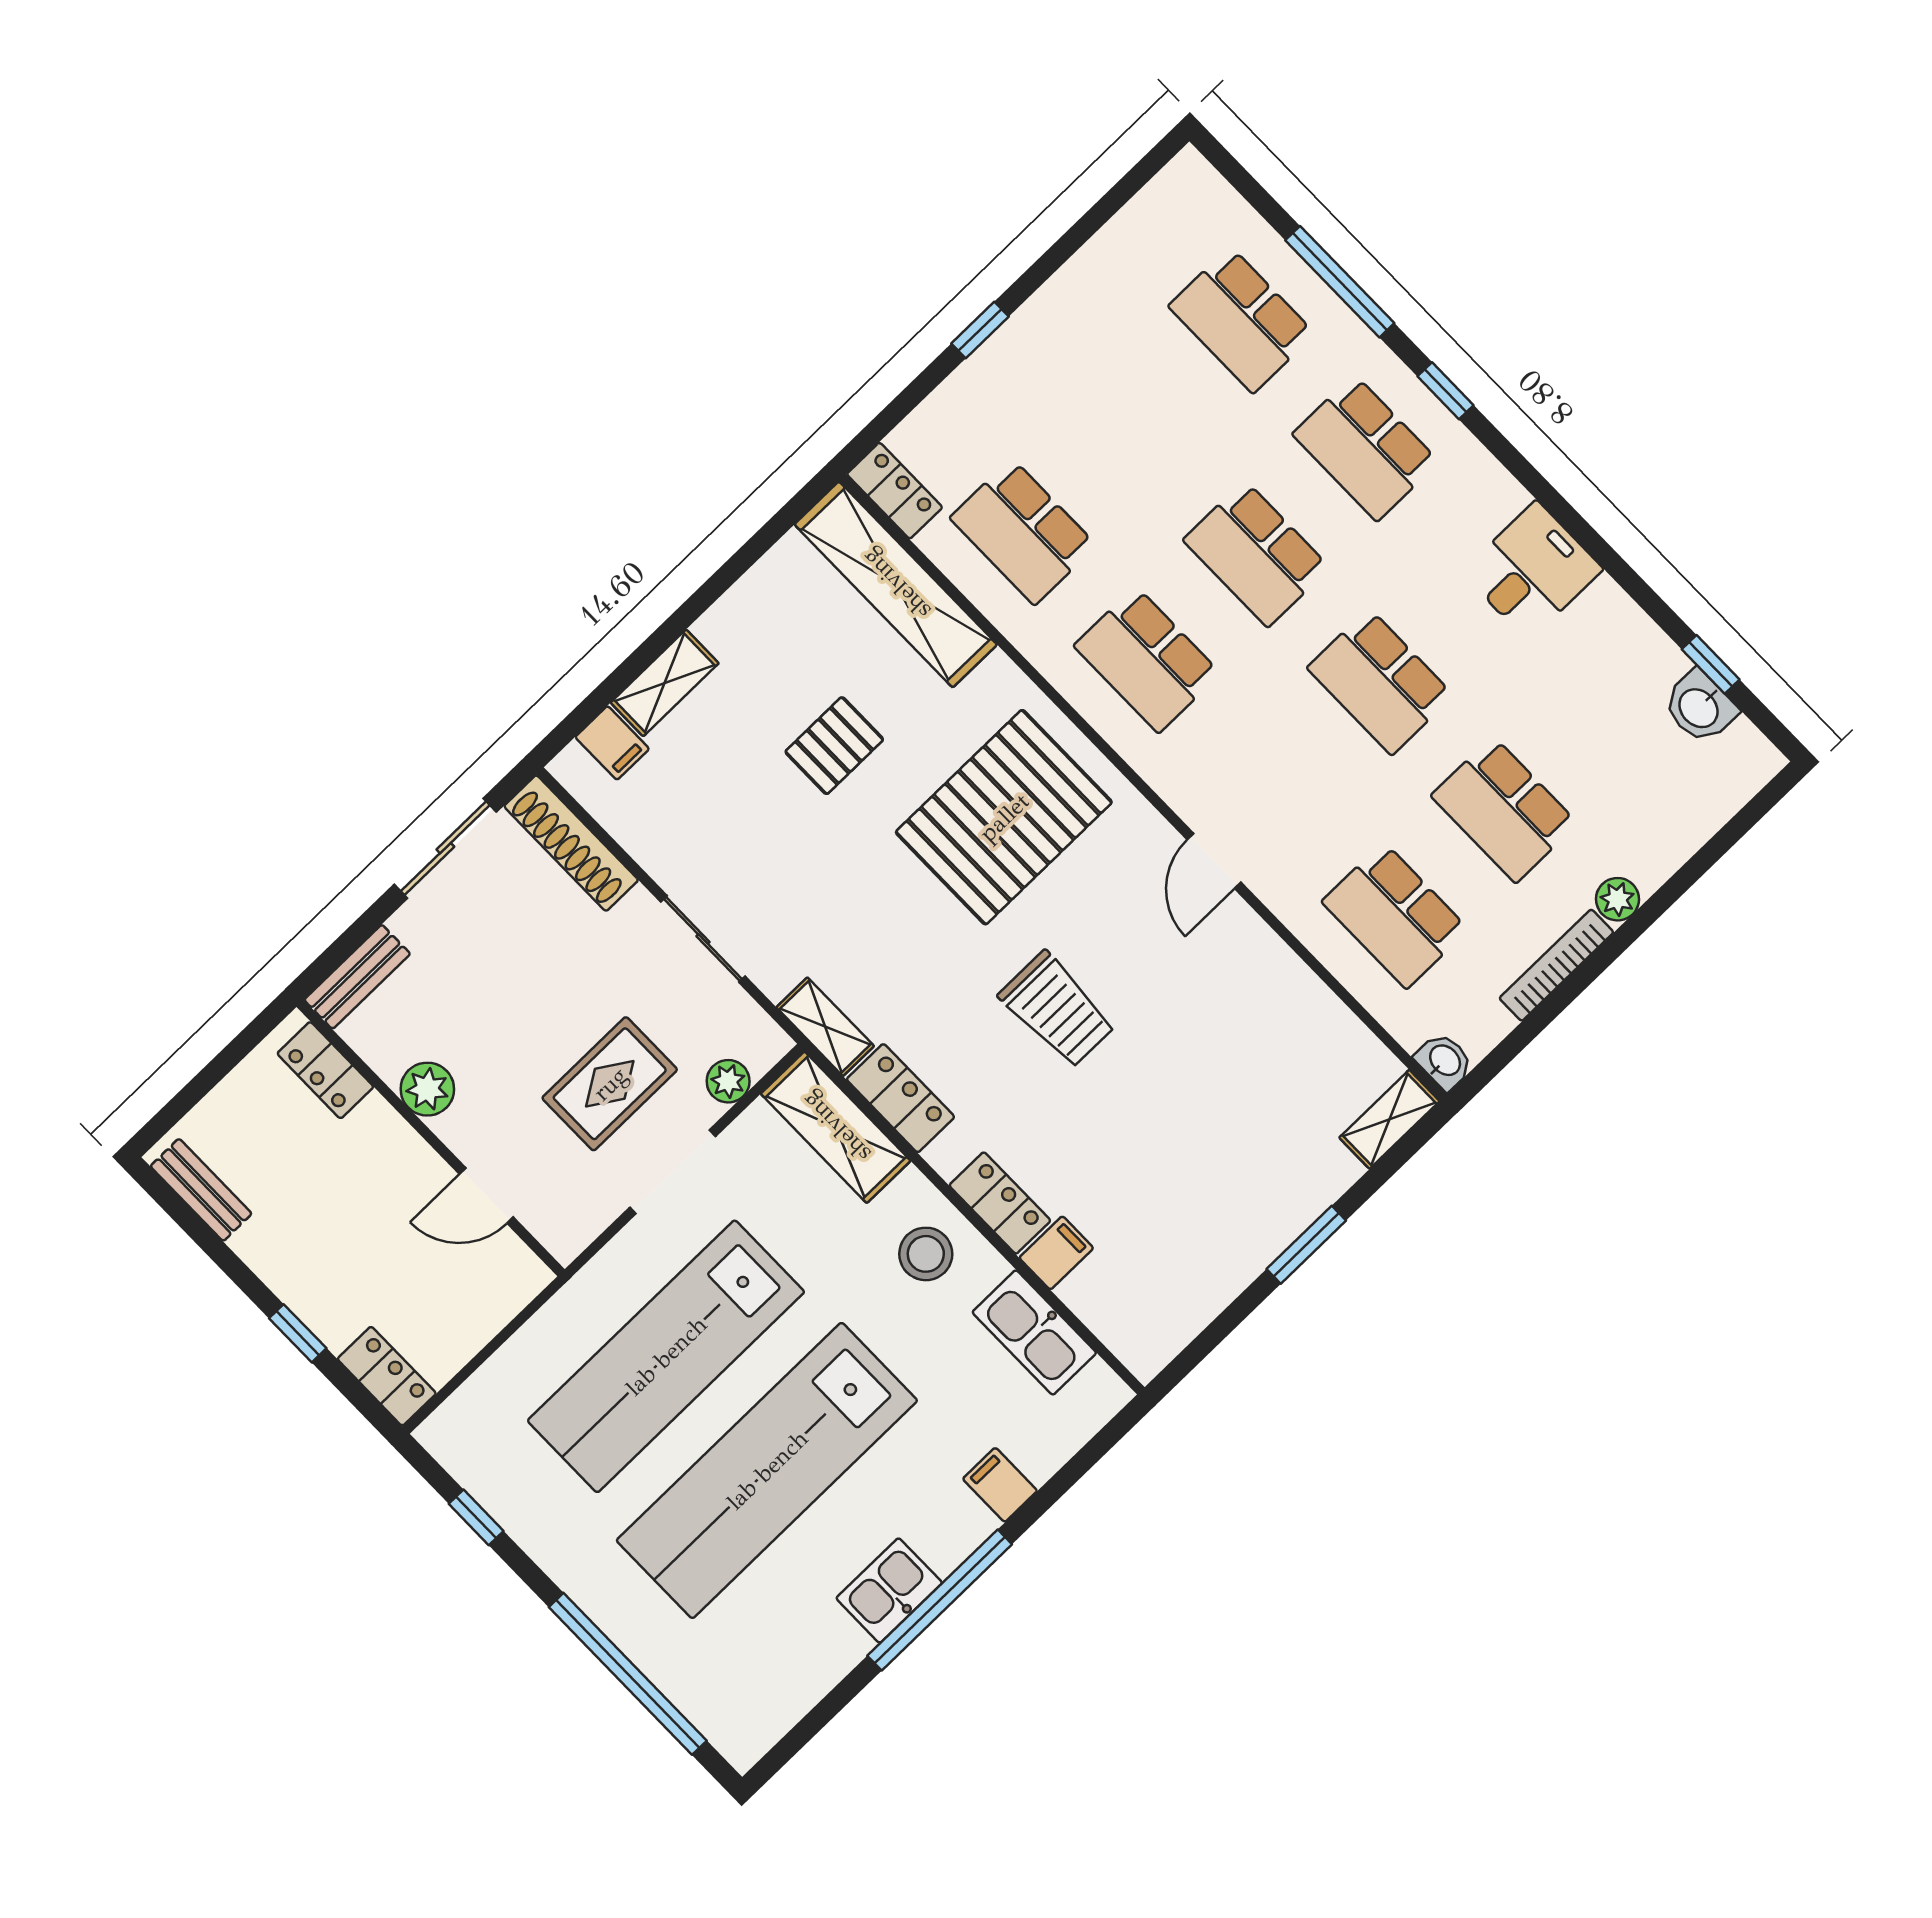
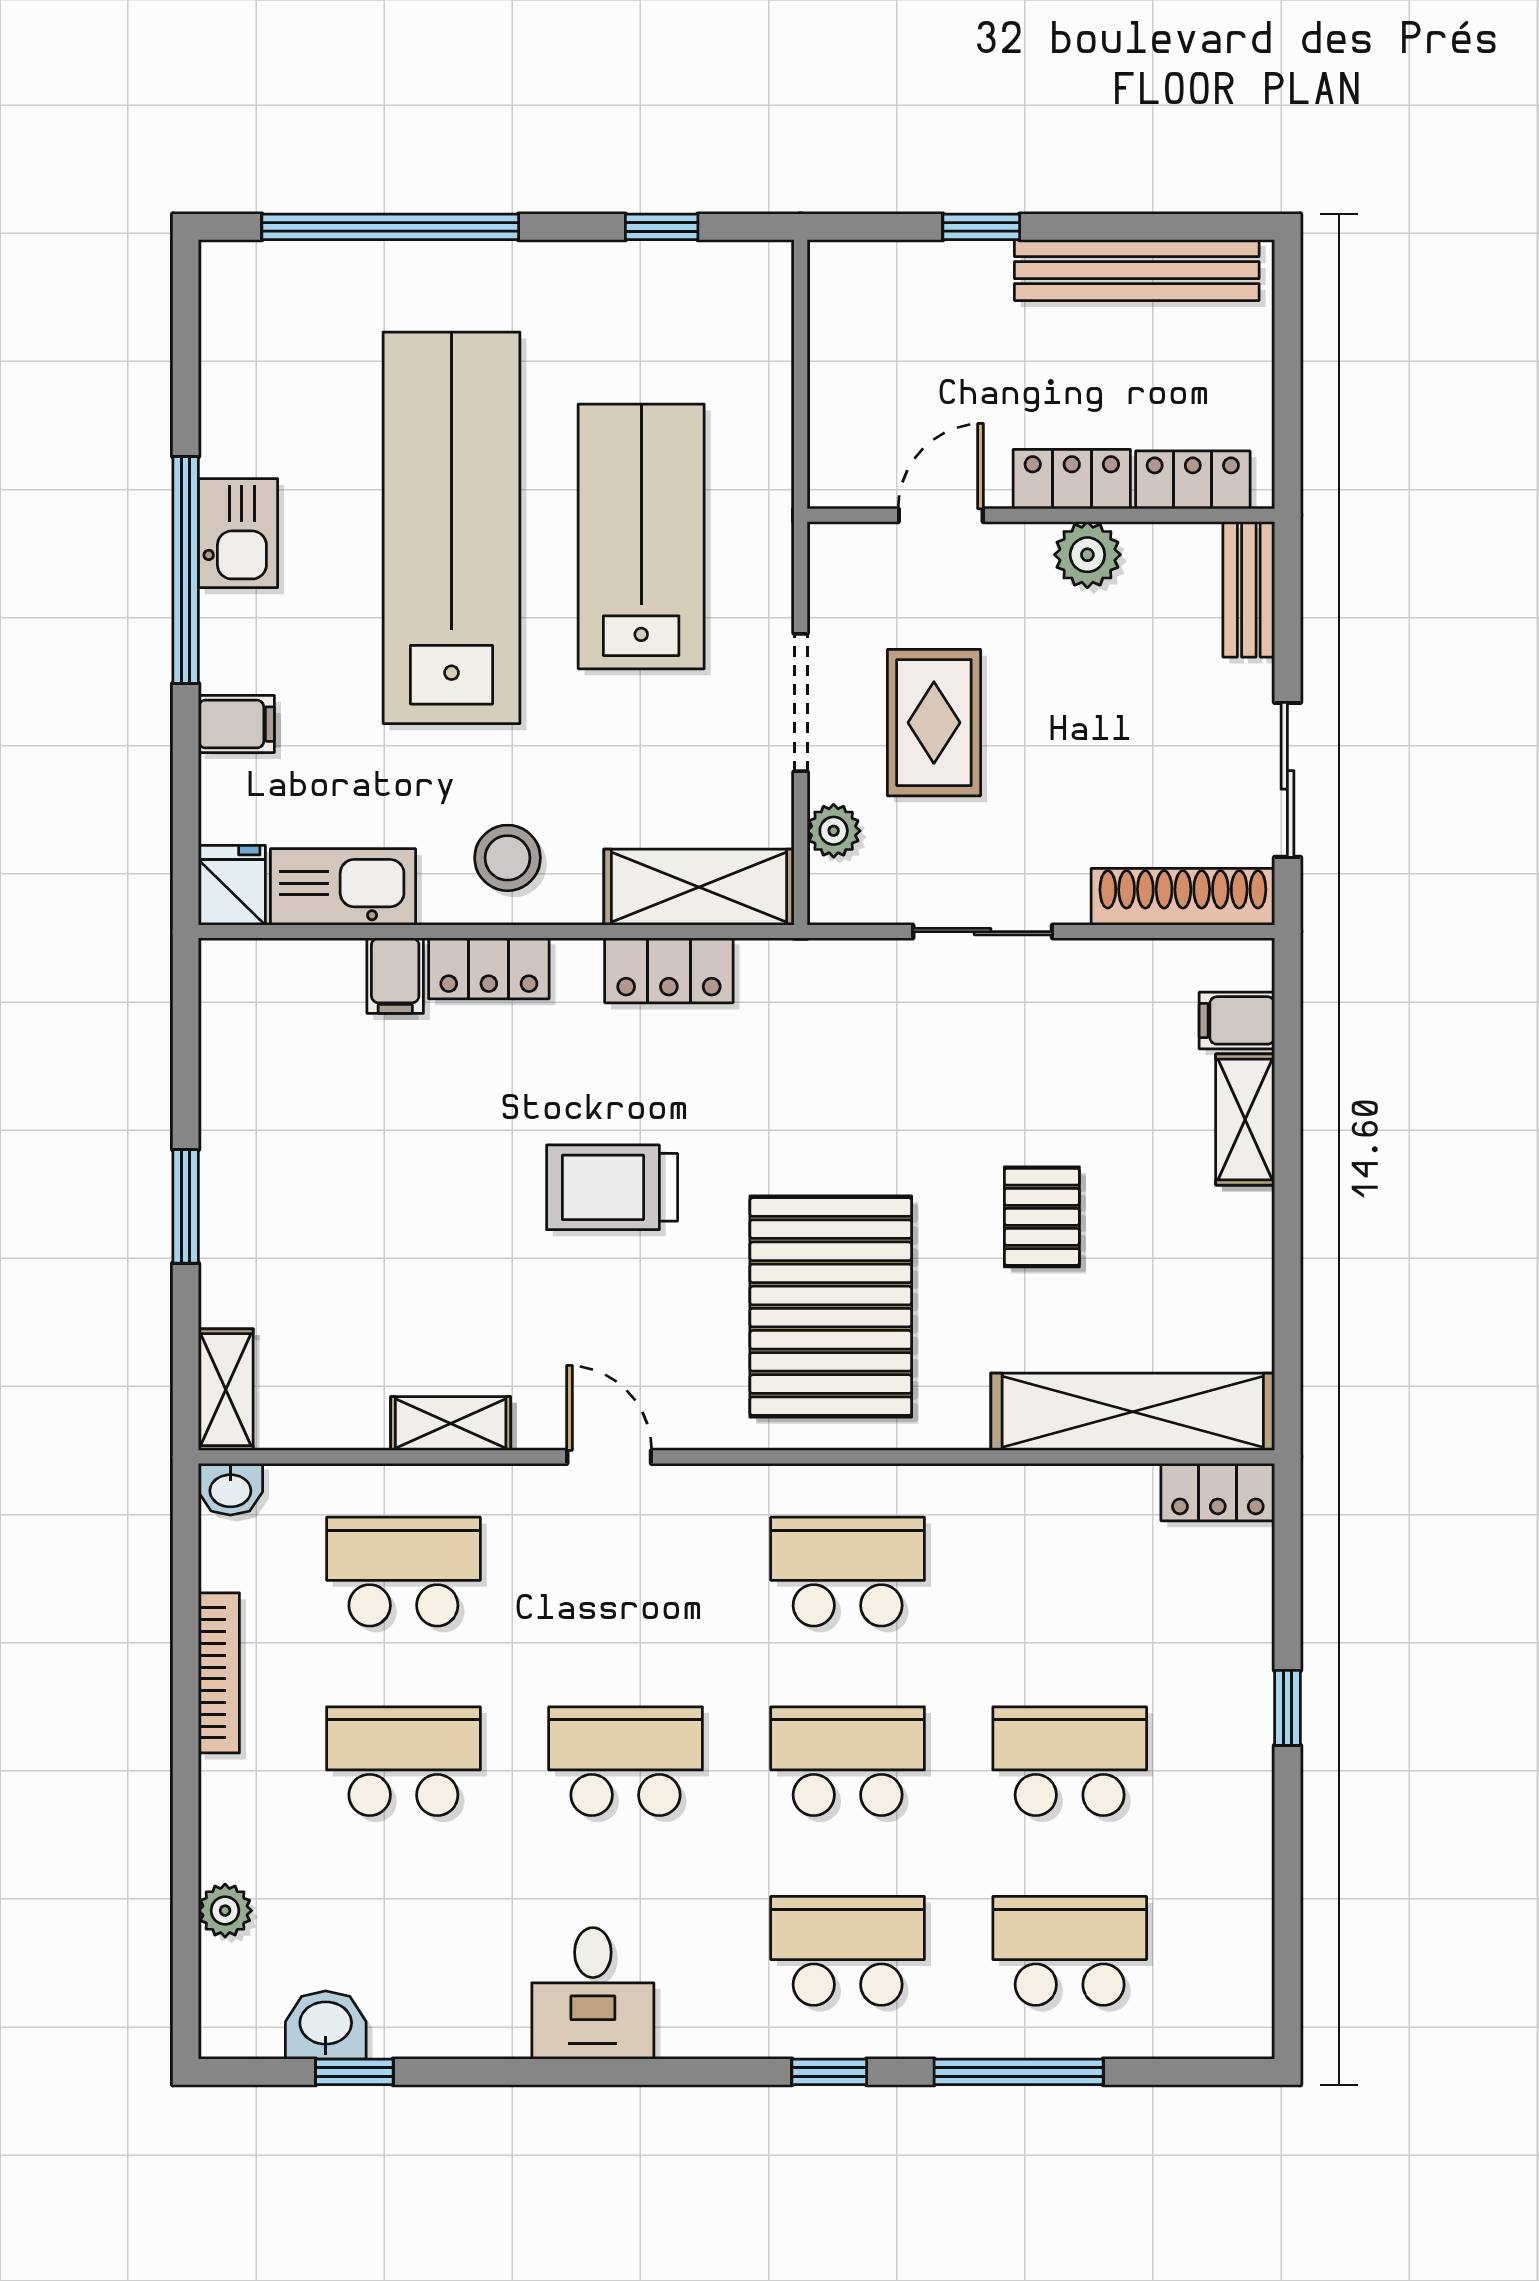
school desk: (1023, 532) -> (1070, 1761), moved
plant: (1617, 899) -> (225, 1911), moved
shelving: (825, 1027) -> (451, 1424), moved
bench: (201, 1190) -> (1137, 270), width x1.86, depth x1.21
lab bench: (666, 1356) -> (641, 536), width x0.73
locker: (387, 1376) -> (1072, 479), moved, turned 180
fridge: (1095, 1397) -> (232, 885), added

